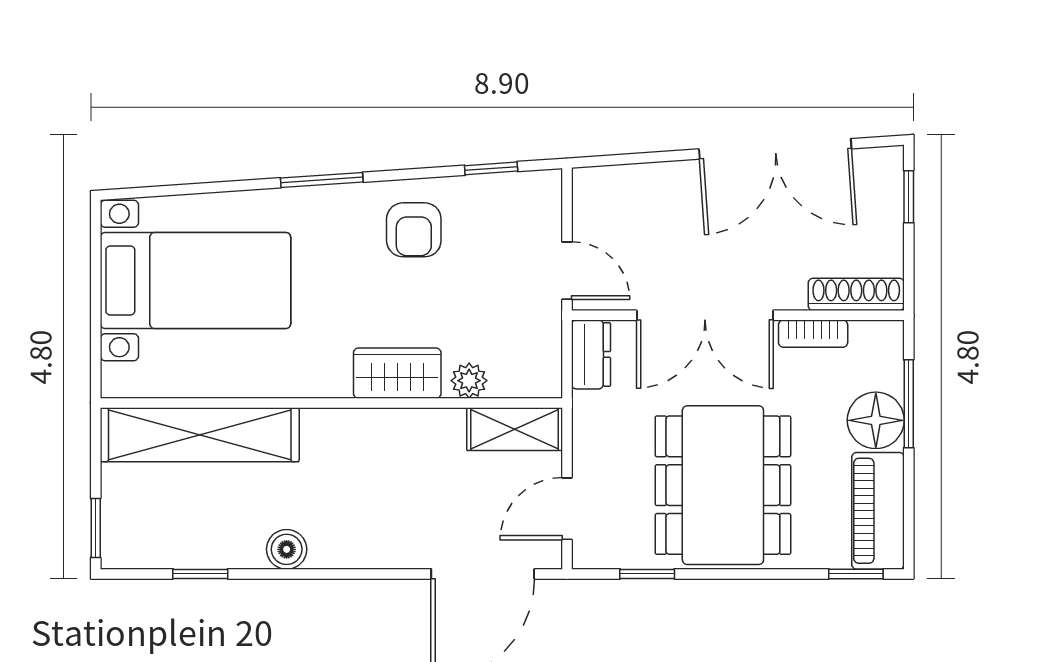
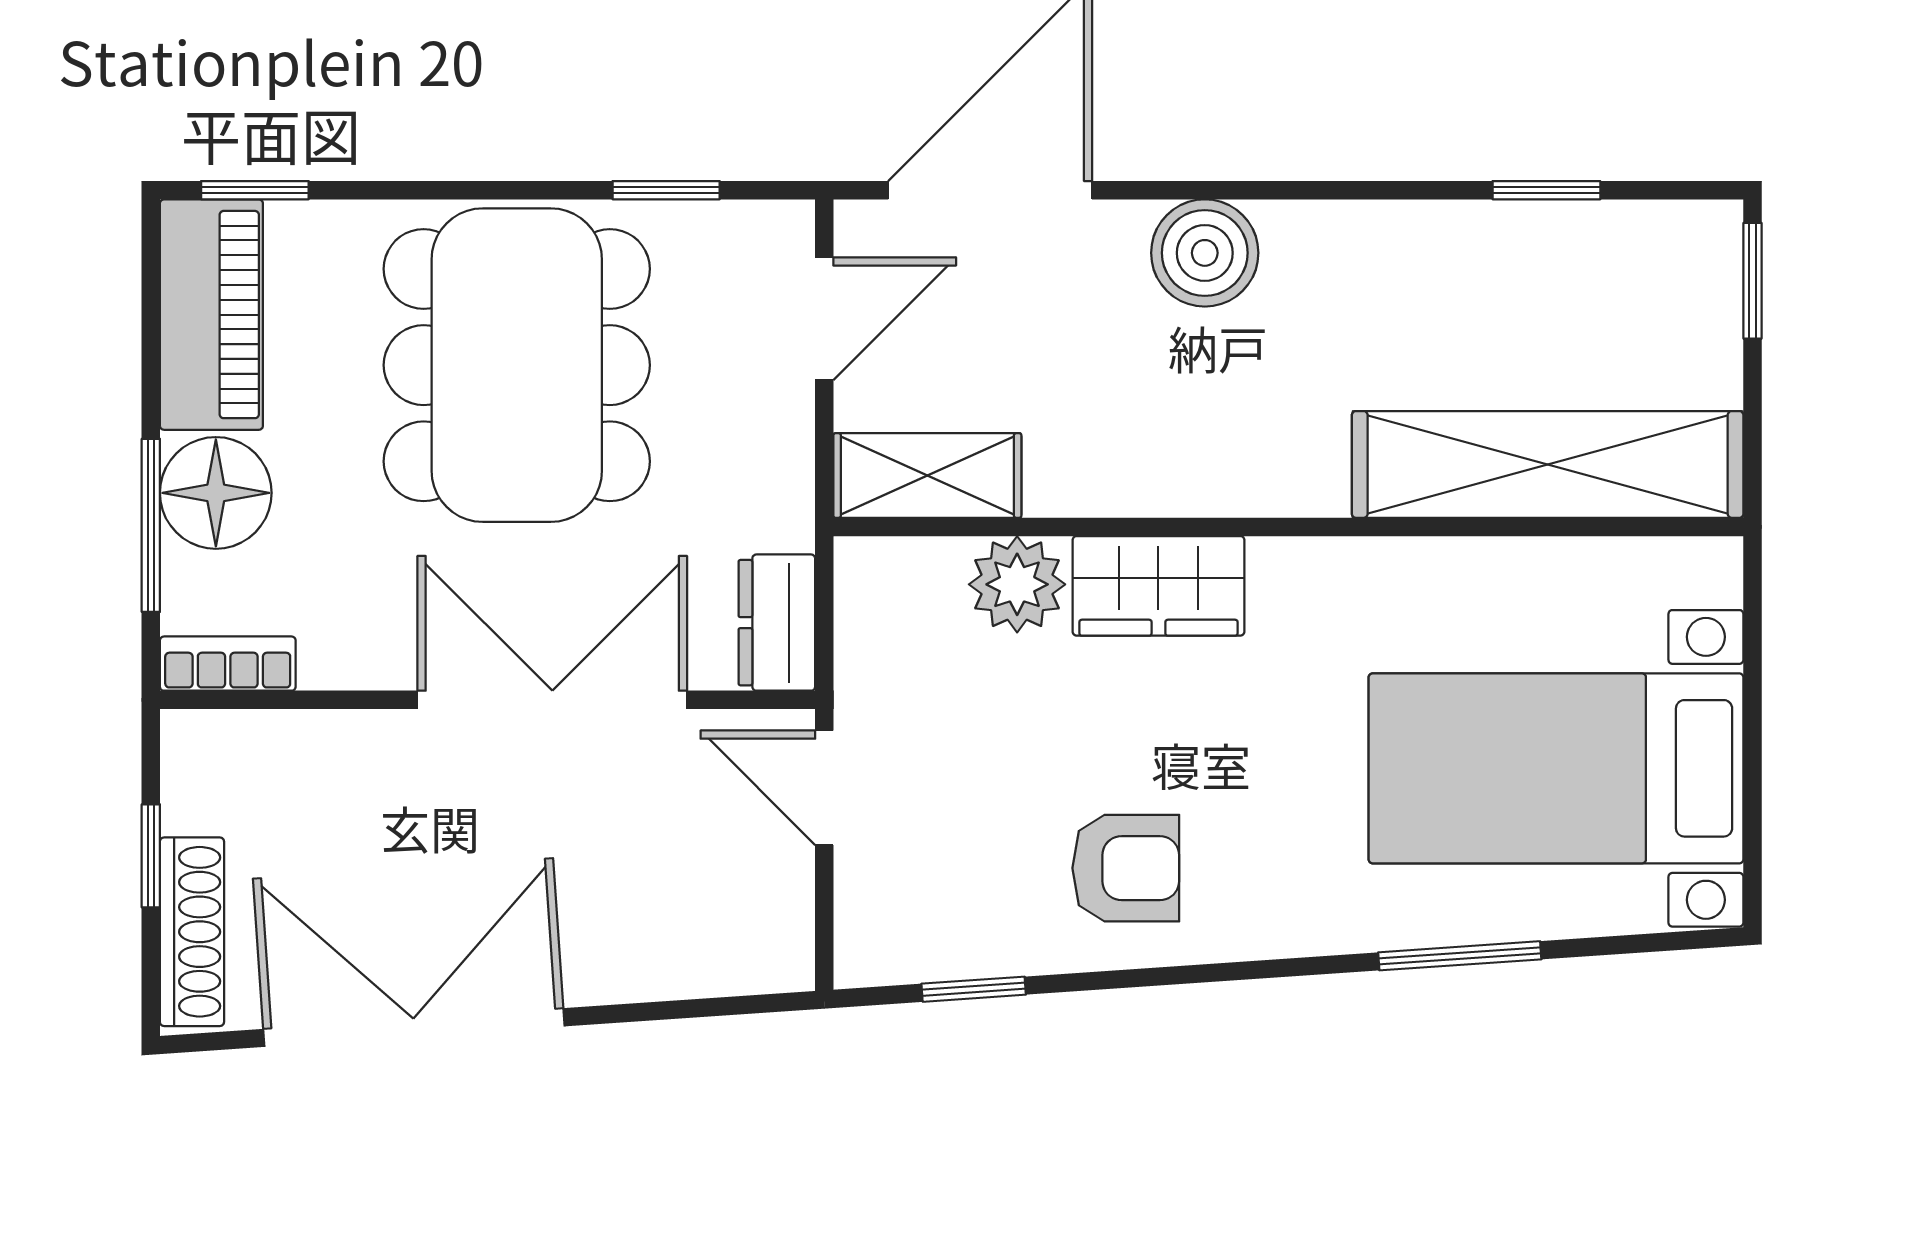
window: (322, 180) -> (1460, 956), moved
window: (909, 197) -> (151, 856), moved
armchair: (414, 230) -> (1126, 868), turned 90
shoe rack: (856, 294) -> (192, 932), moved, turned -90
bookcase: (813, 334) -> (228, 664), moved
plant: (469, 381) -> (1017, 584), width x1.38, depth x1.38
boiler: (287, 549) -> (1205, 253), moved, width x1.36, depth x1.36

